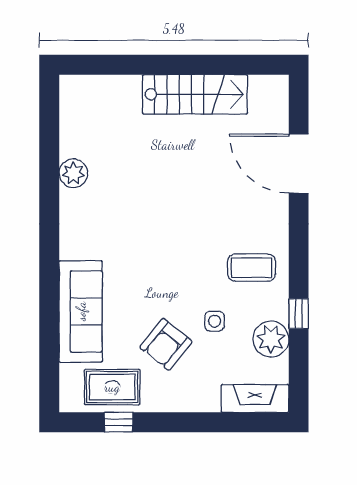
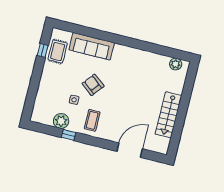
plant: (73, 173) -> (176, 64), moved
armchair: (166, 344) -> (93, 85), moved
fireplace: (255, 398) -> (38, 108), removed

